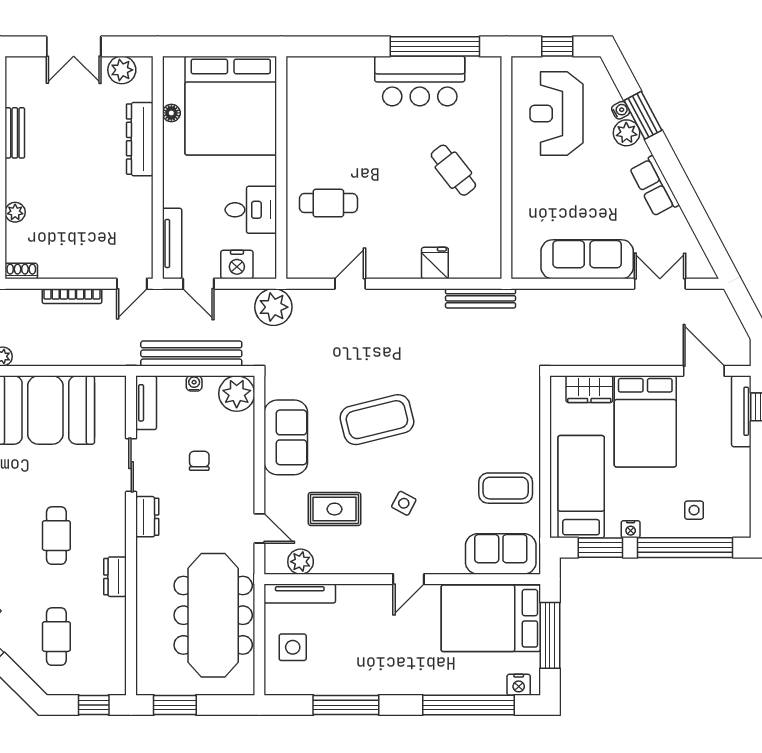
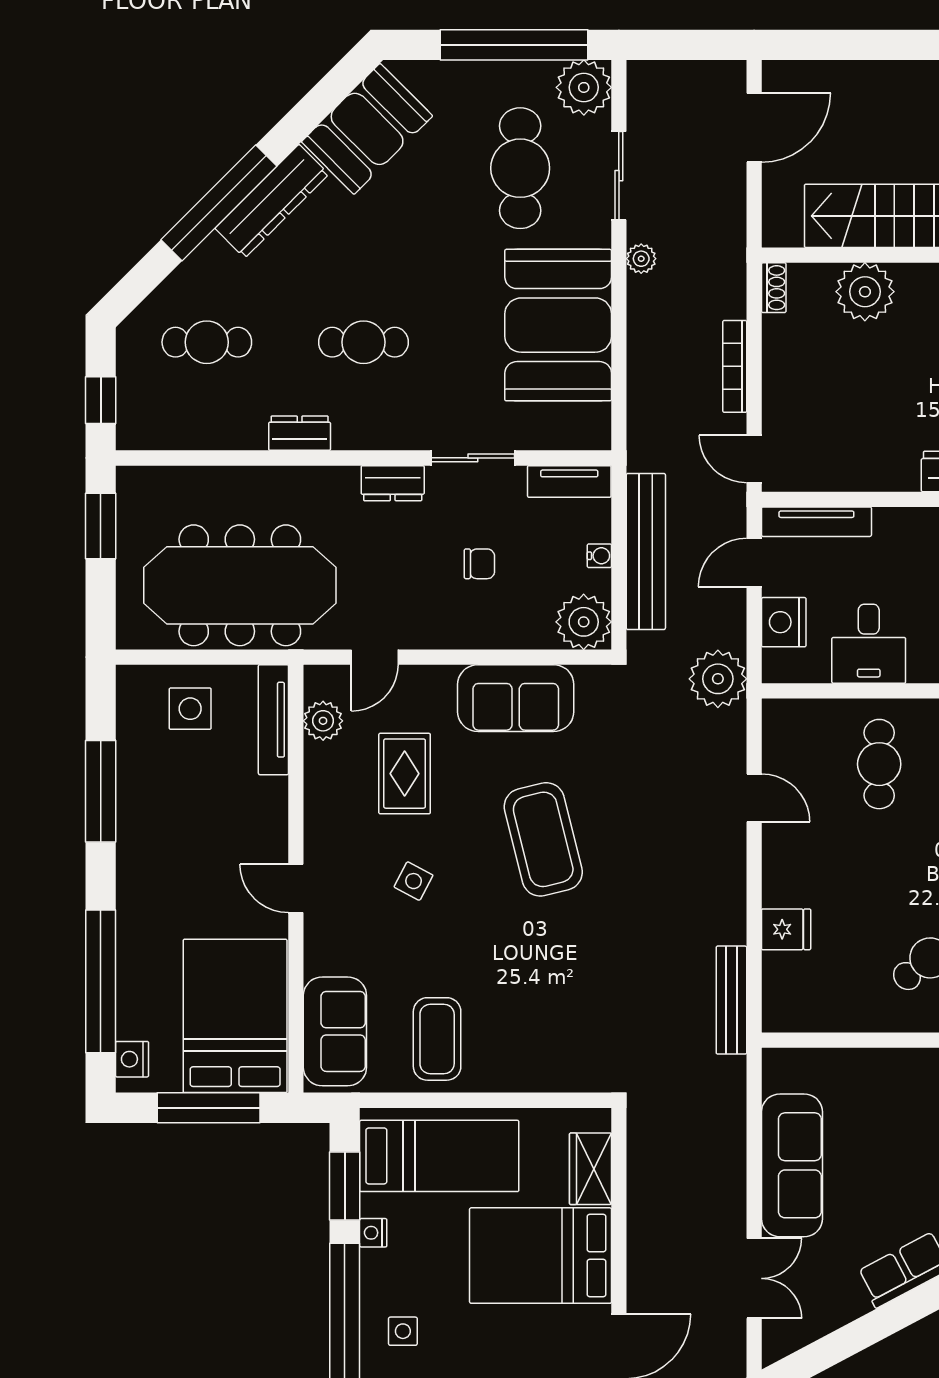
plant: (15, 212) -> (865, 292), width x1.87, depth x1.87

